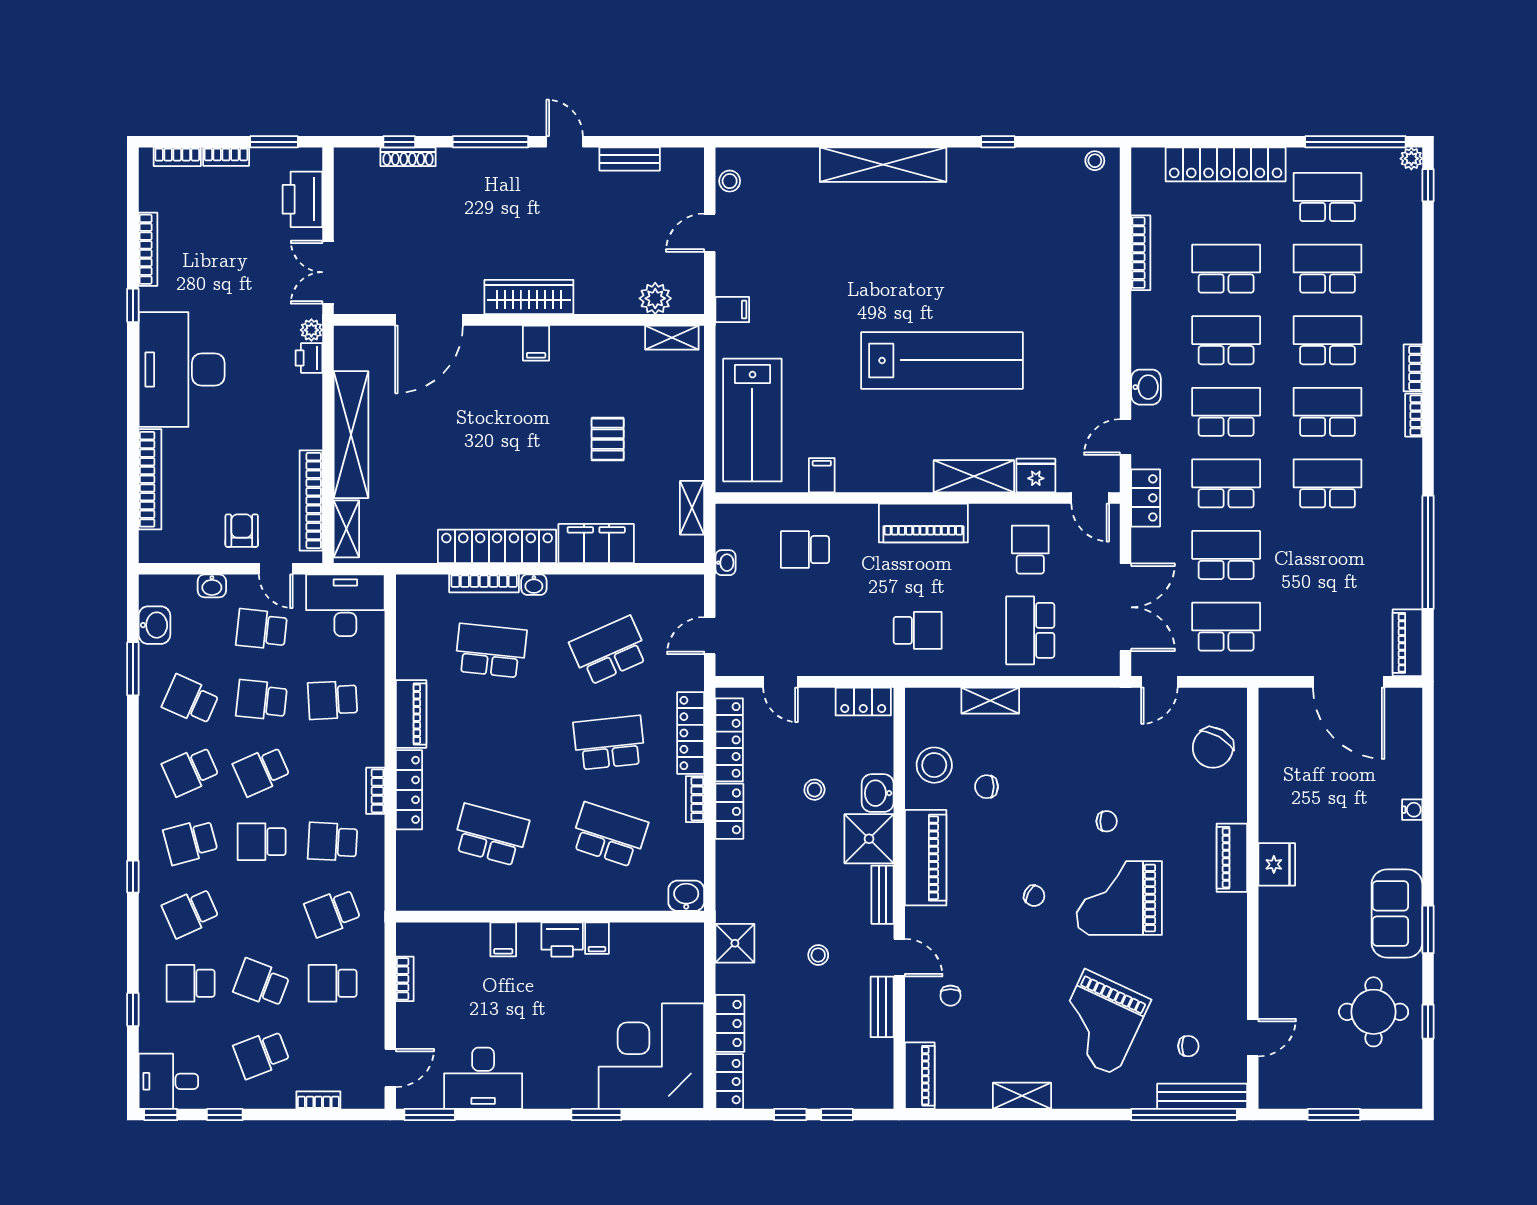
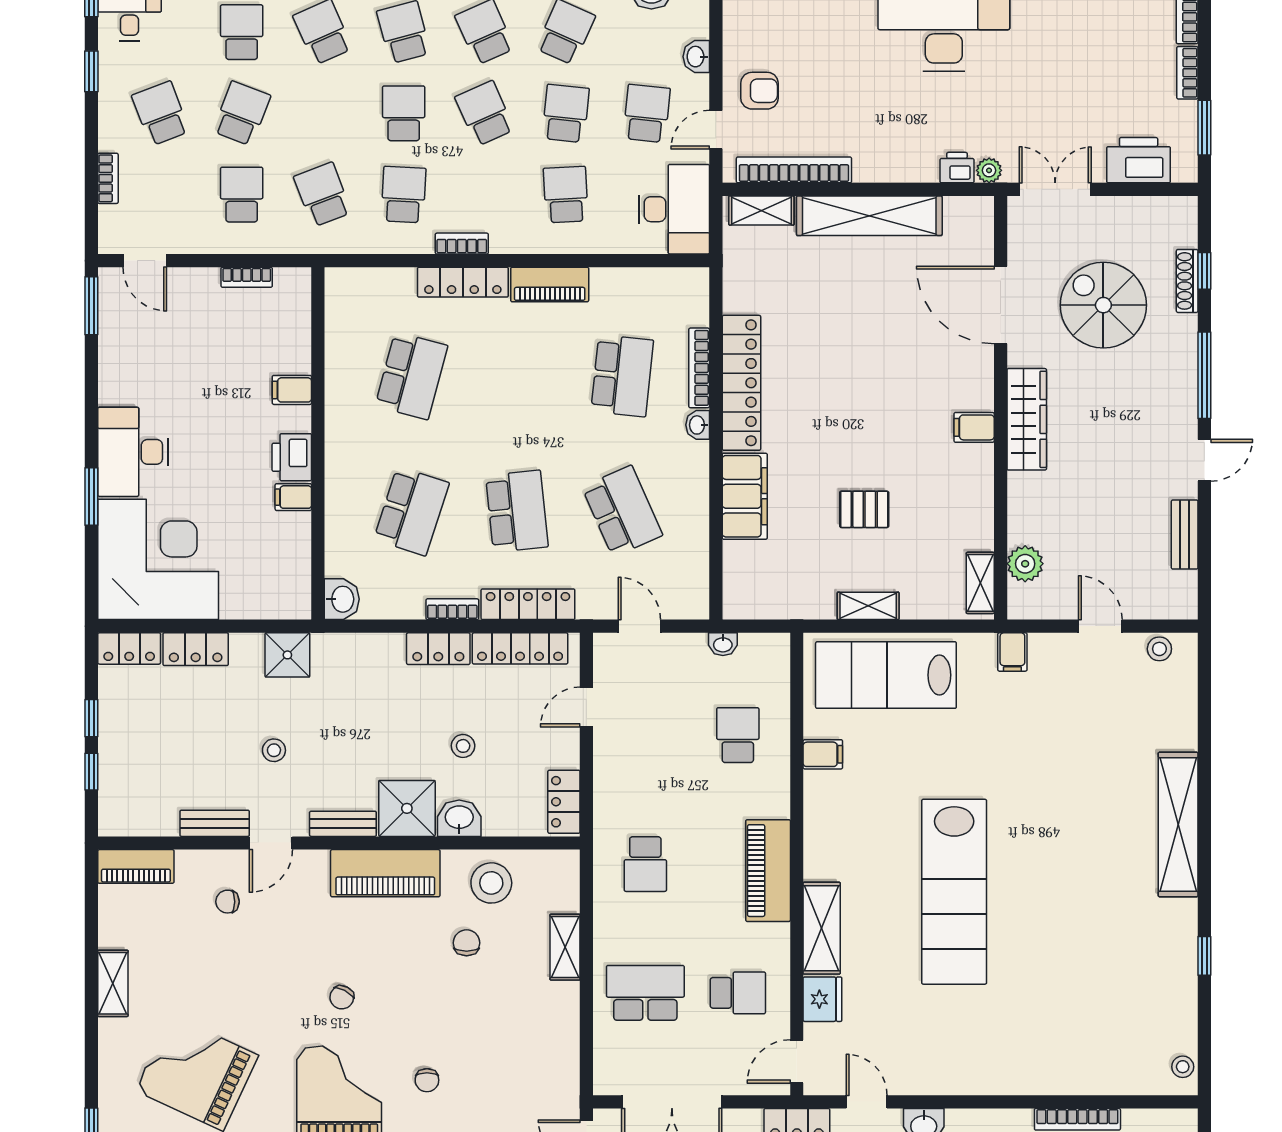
spiral stairs: (429, 230) -> (1103, 305), added
shelving: (692, 508) -> (868, 606), moved
desk: (483, 1078) -> (133, 452), moved

